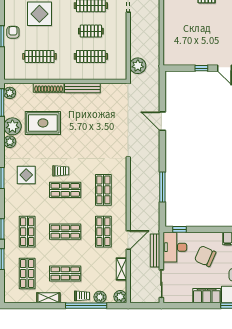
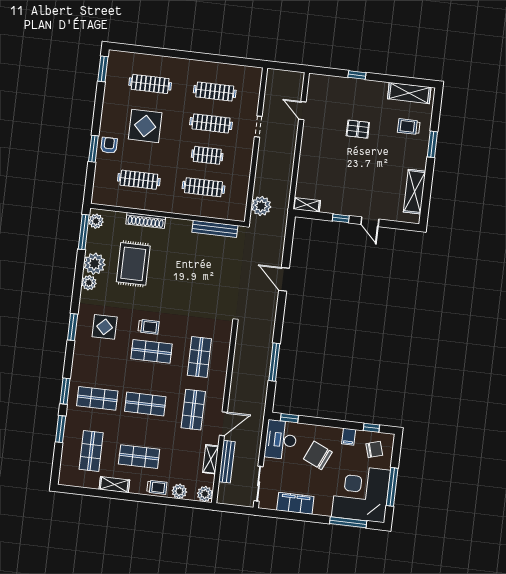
shelving: (173, 61) -> (307, 205), added
bench: (82, 88) -> (215, 229), moved
rug: (43, 123) -> (133, 264), turned 90
shop shelf: (27, 232) -> (97, 398), turned 90
bench: (155, 251) -> (227, 462), moved
filing cabinet: (207, 296) -> (295, 503), moved
window: (86, 306) -> (161, 500), removed

